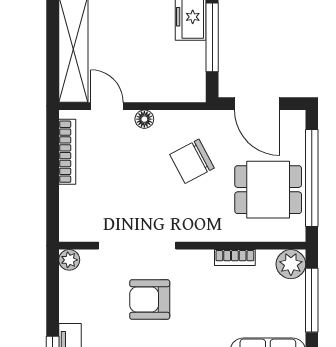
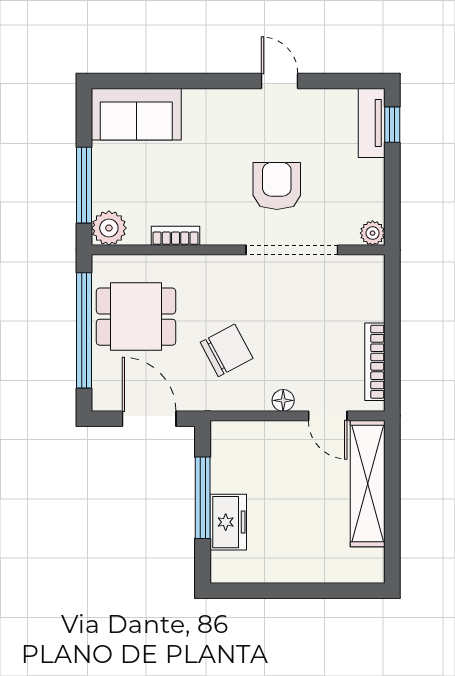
armchair: (150, 299) -> (277, 186), turned -90

